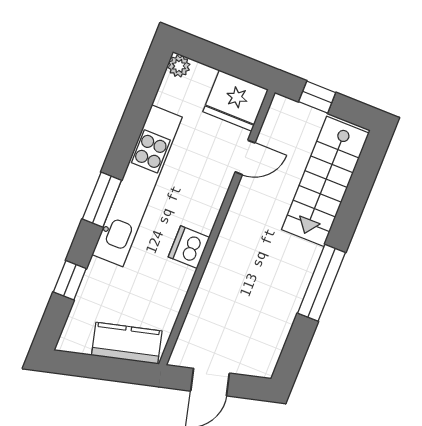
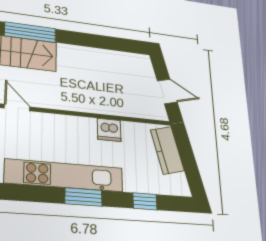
dishwasher: (189, 247) -> (109, 130), moved
window: (322, 283) -> (30, 32), moved

